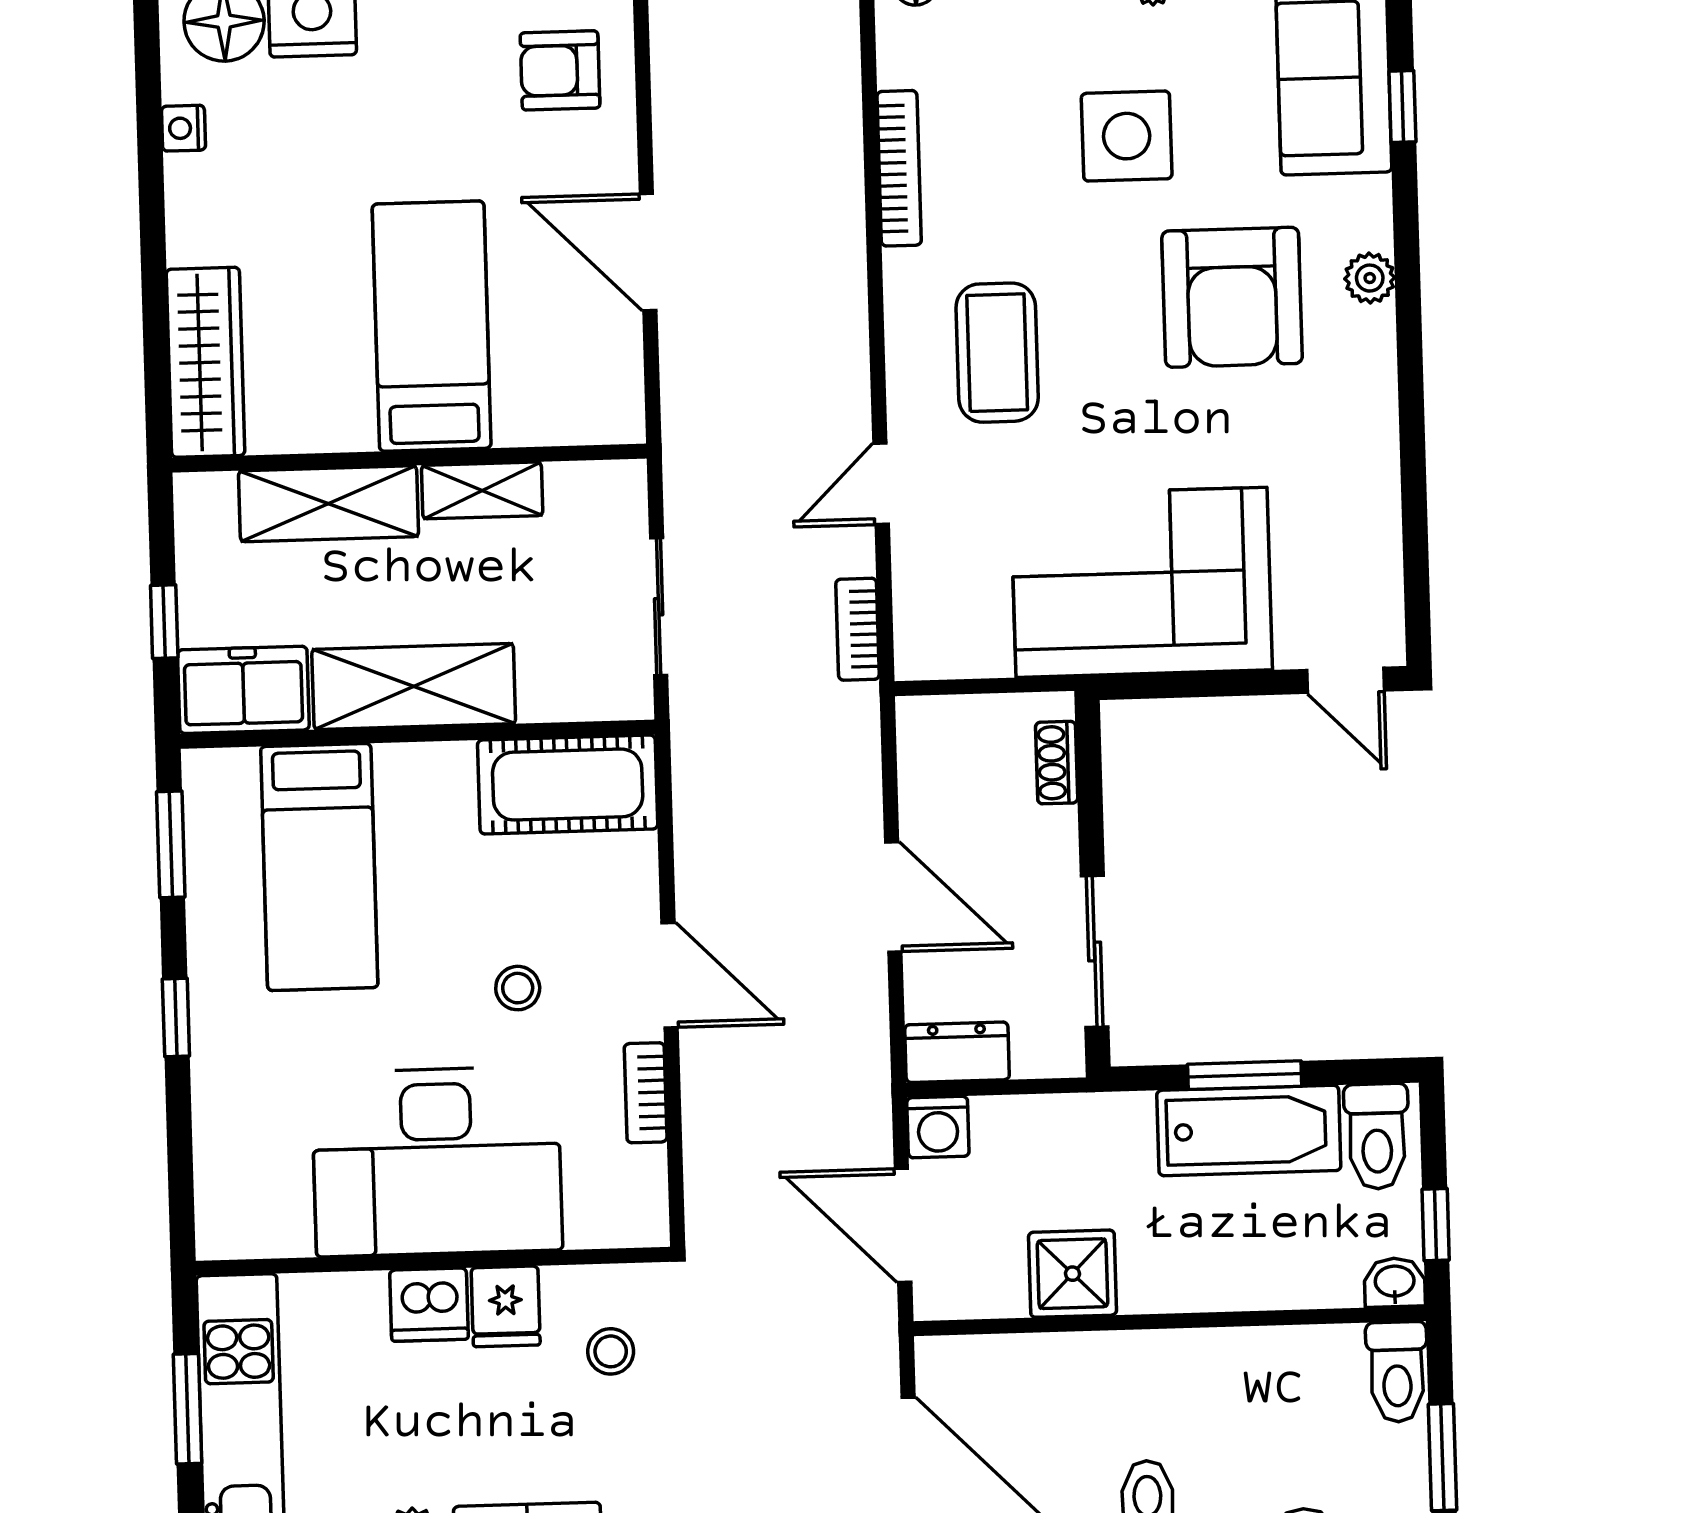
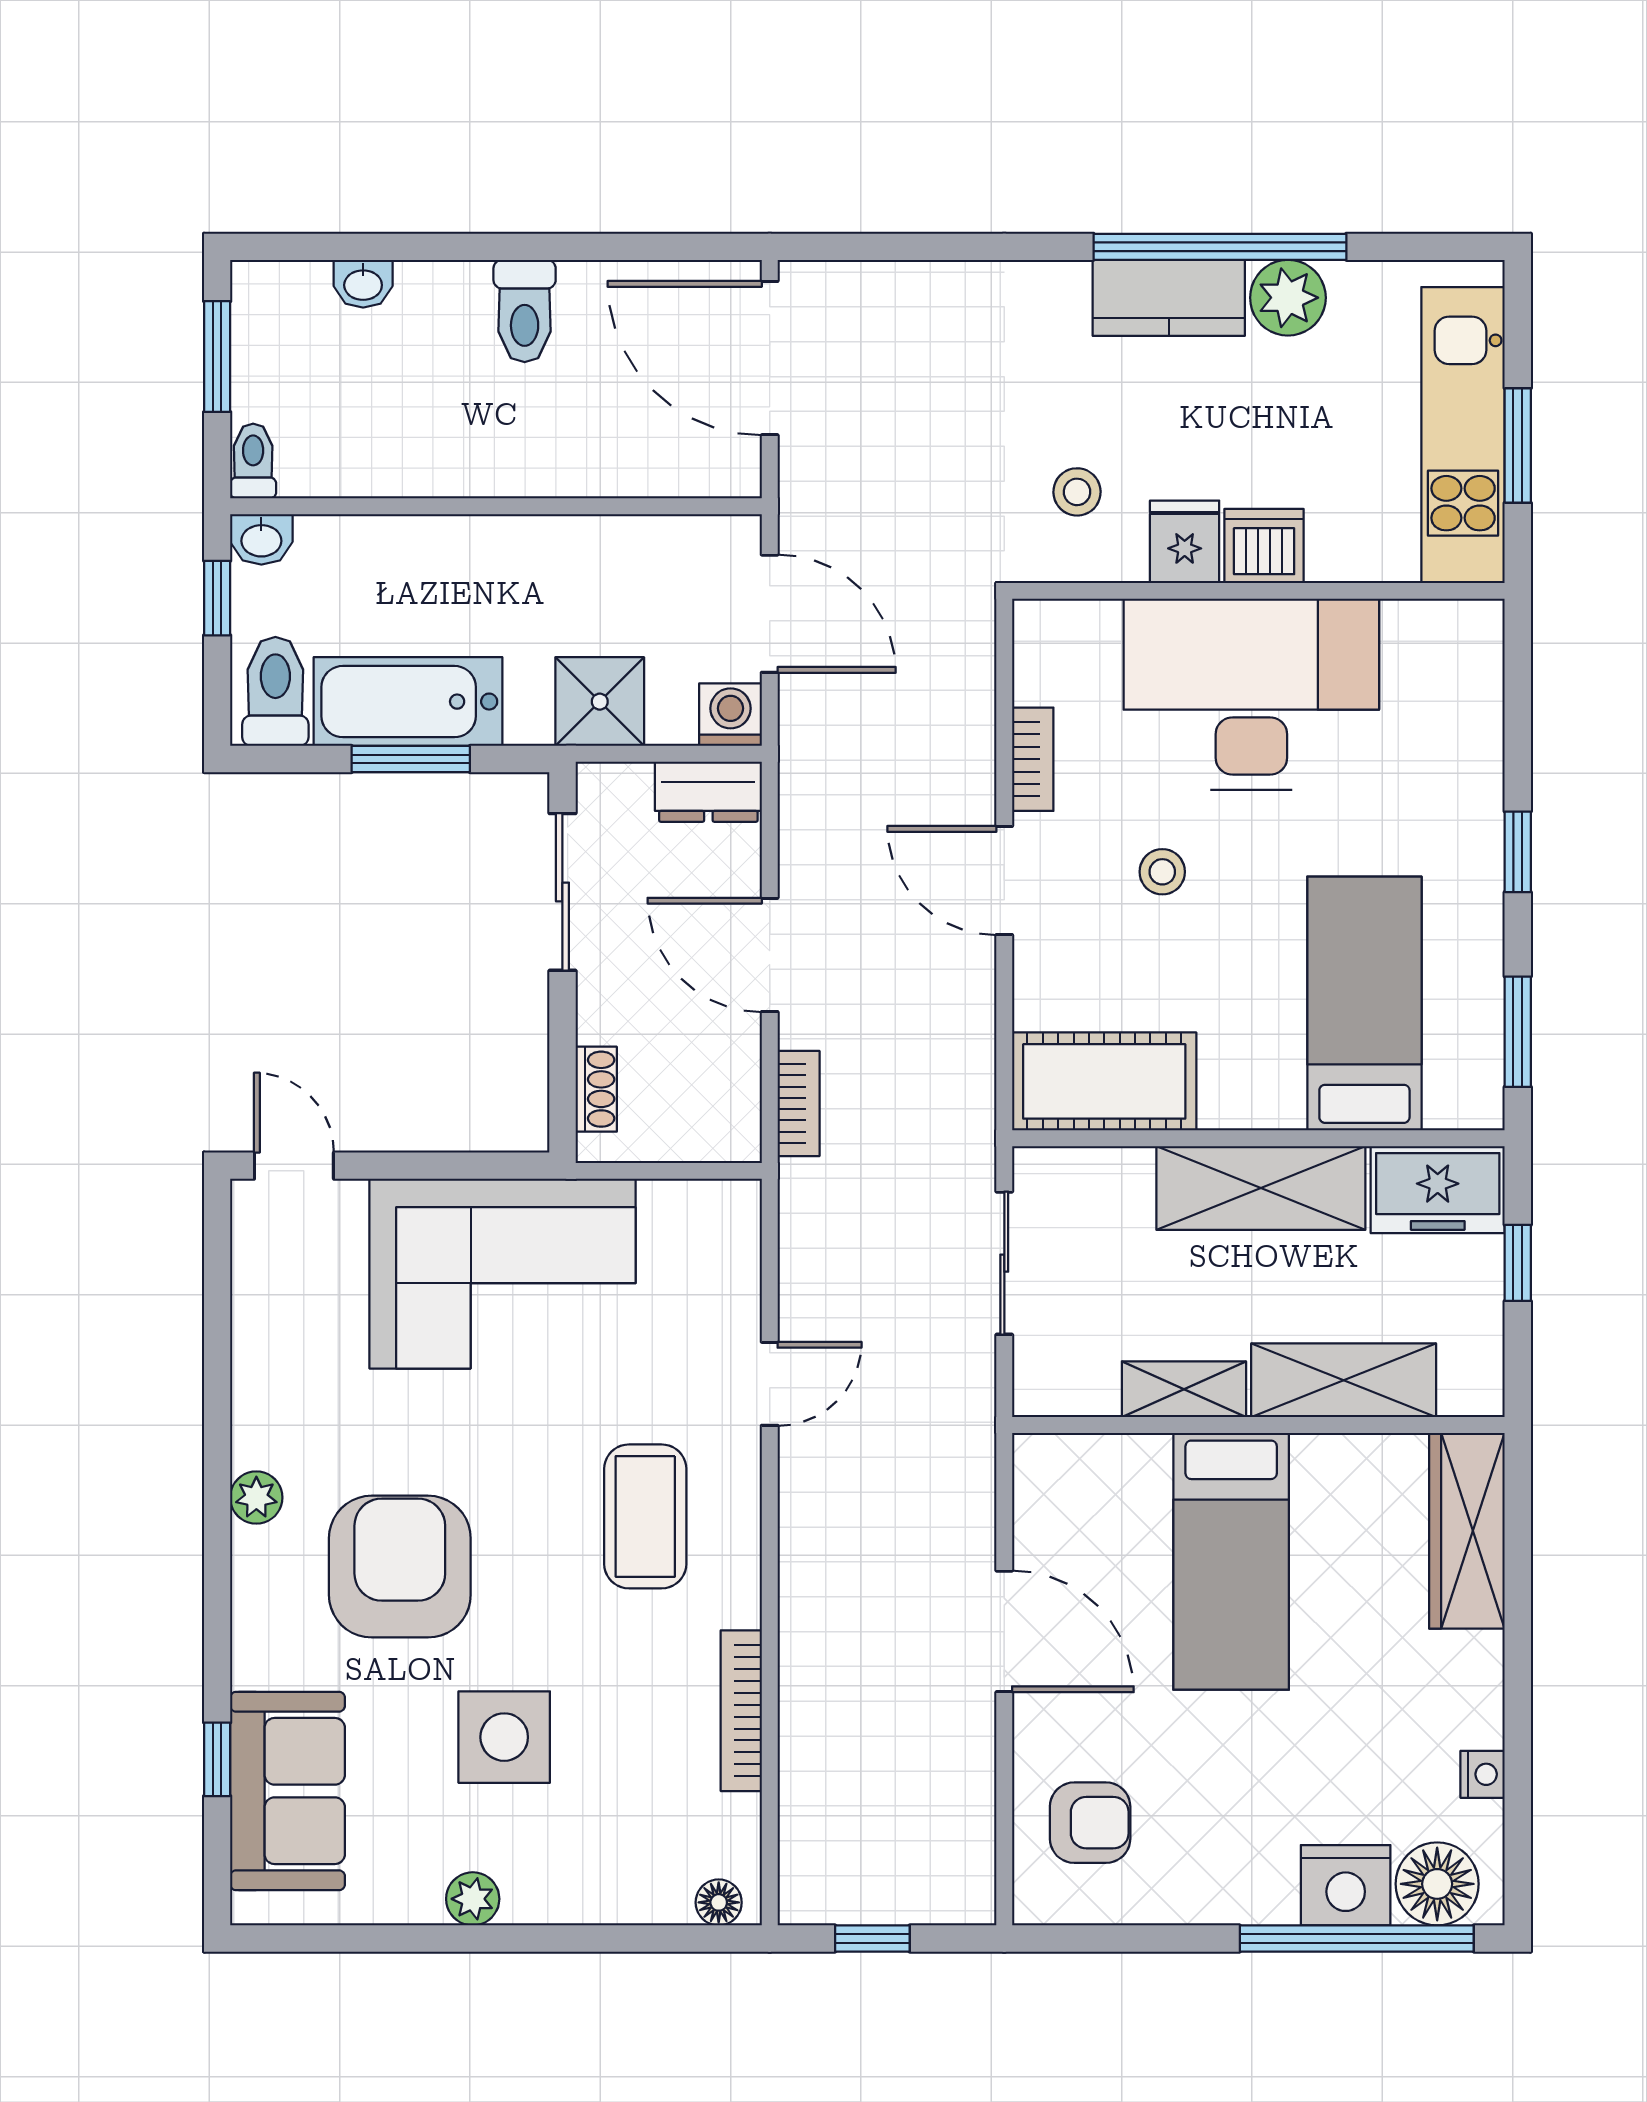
plant: (1370, 278) -> (256, 1498), moved
bookcase: (858, 629) -> (799, 1103), moved
shower: (1072, 1274) -> (600, 702), moved
toilet: (1397, 1372) -> (253, 461), width x0.73, depth x0.72

